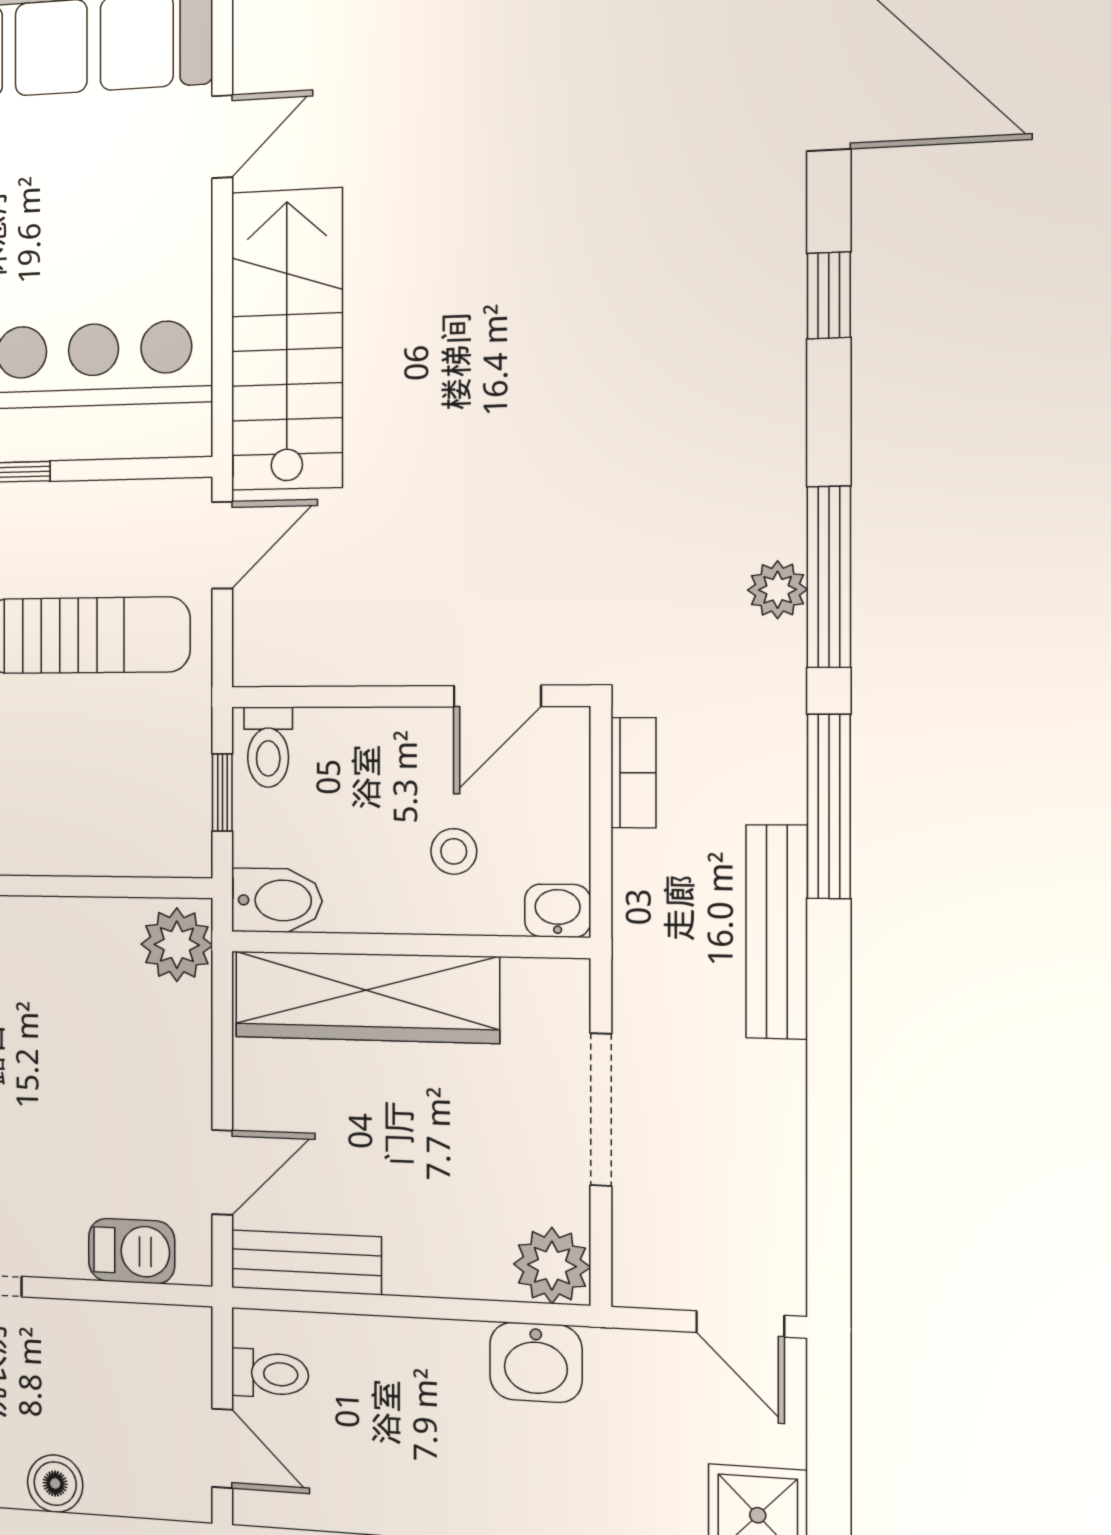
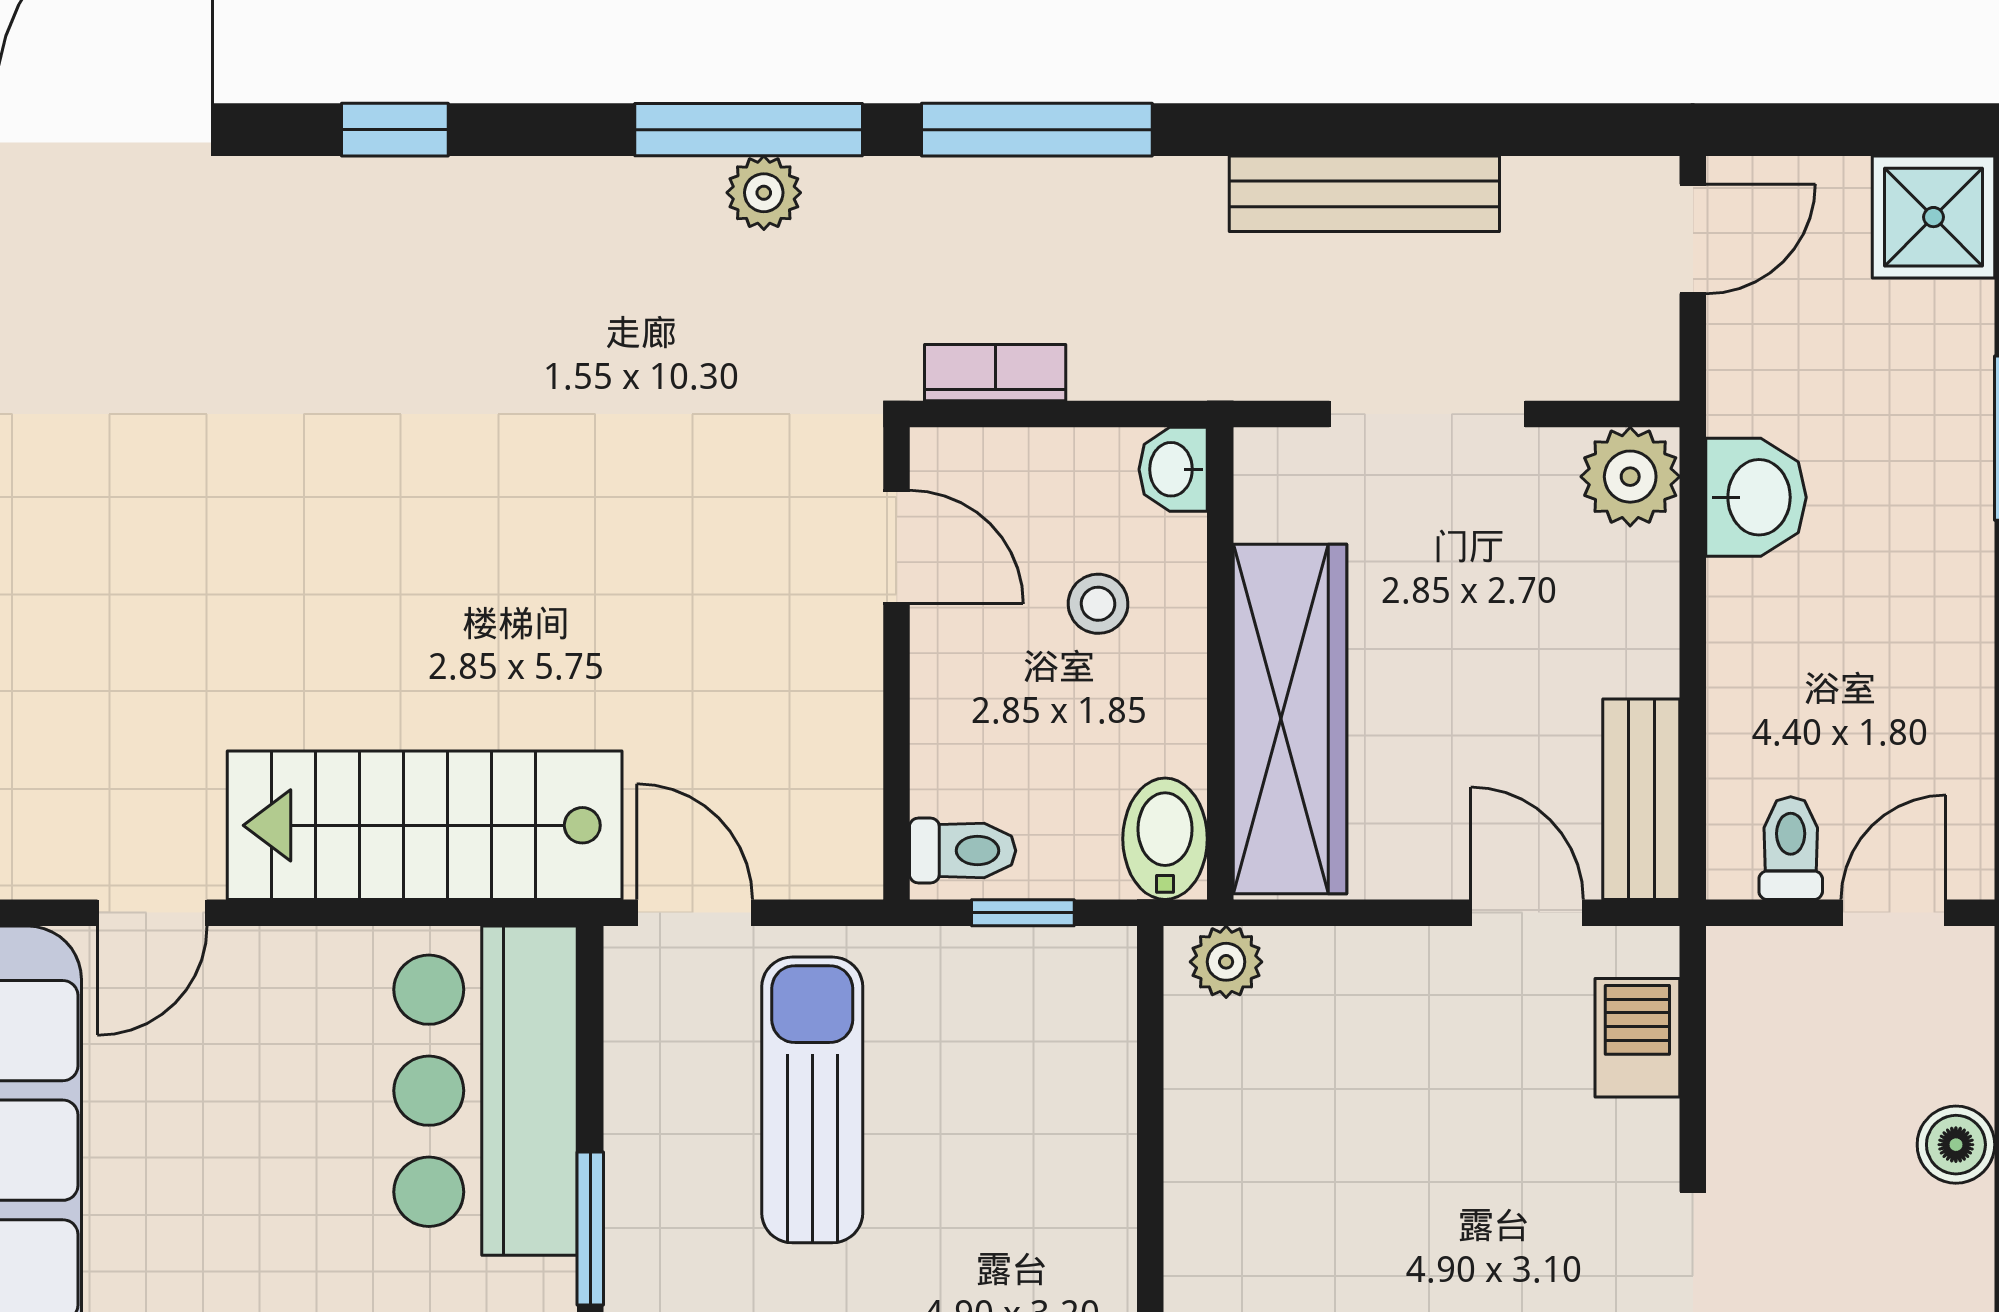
door: (222, 137) -> (152, 913), swing flipped
bench: (777, 932) -> (1364, 194), moved
plant: (177, 945) -> (1226, 962), width x0.73, depth x0.73

